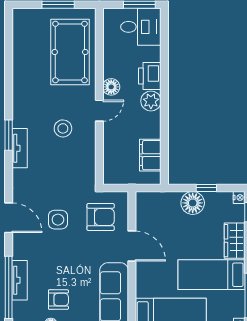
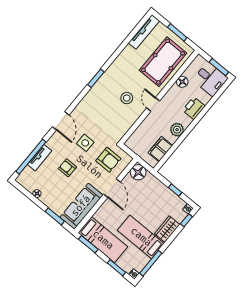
floor lamp: (111, 87) -> (182, 82), moved
plant: (151, 101) -> (177, 130), moved
door: (99, 111) -> (153, 104), swing flipped
tv unit: (20, 148) -> (144, 32), moved, width x1.41
floor lamp: (193, 203) -> (138, 172), moved
armchair: (58, 300) -> (67, 168), moved, turned 180

